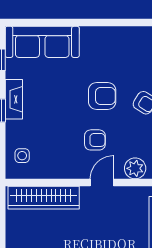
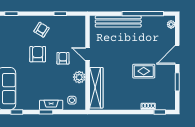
fireplace: (14, 99) -> (51, 105), moved
plant: (135, 168) -> (79, 77), moved

